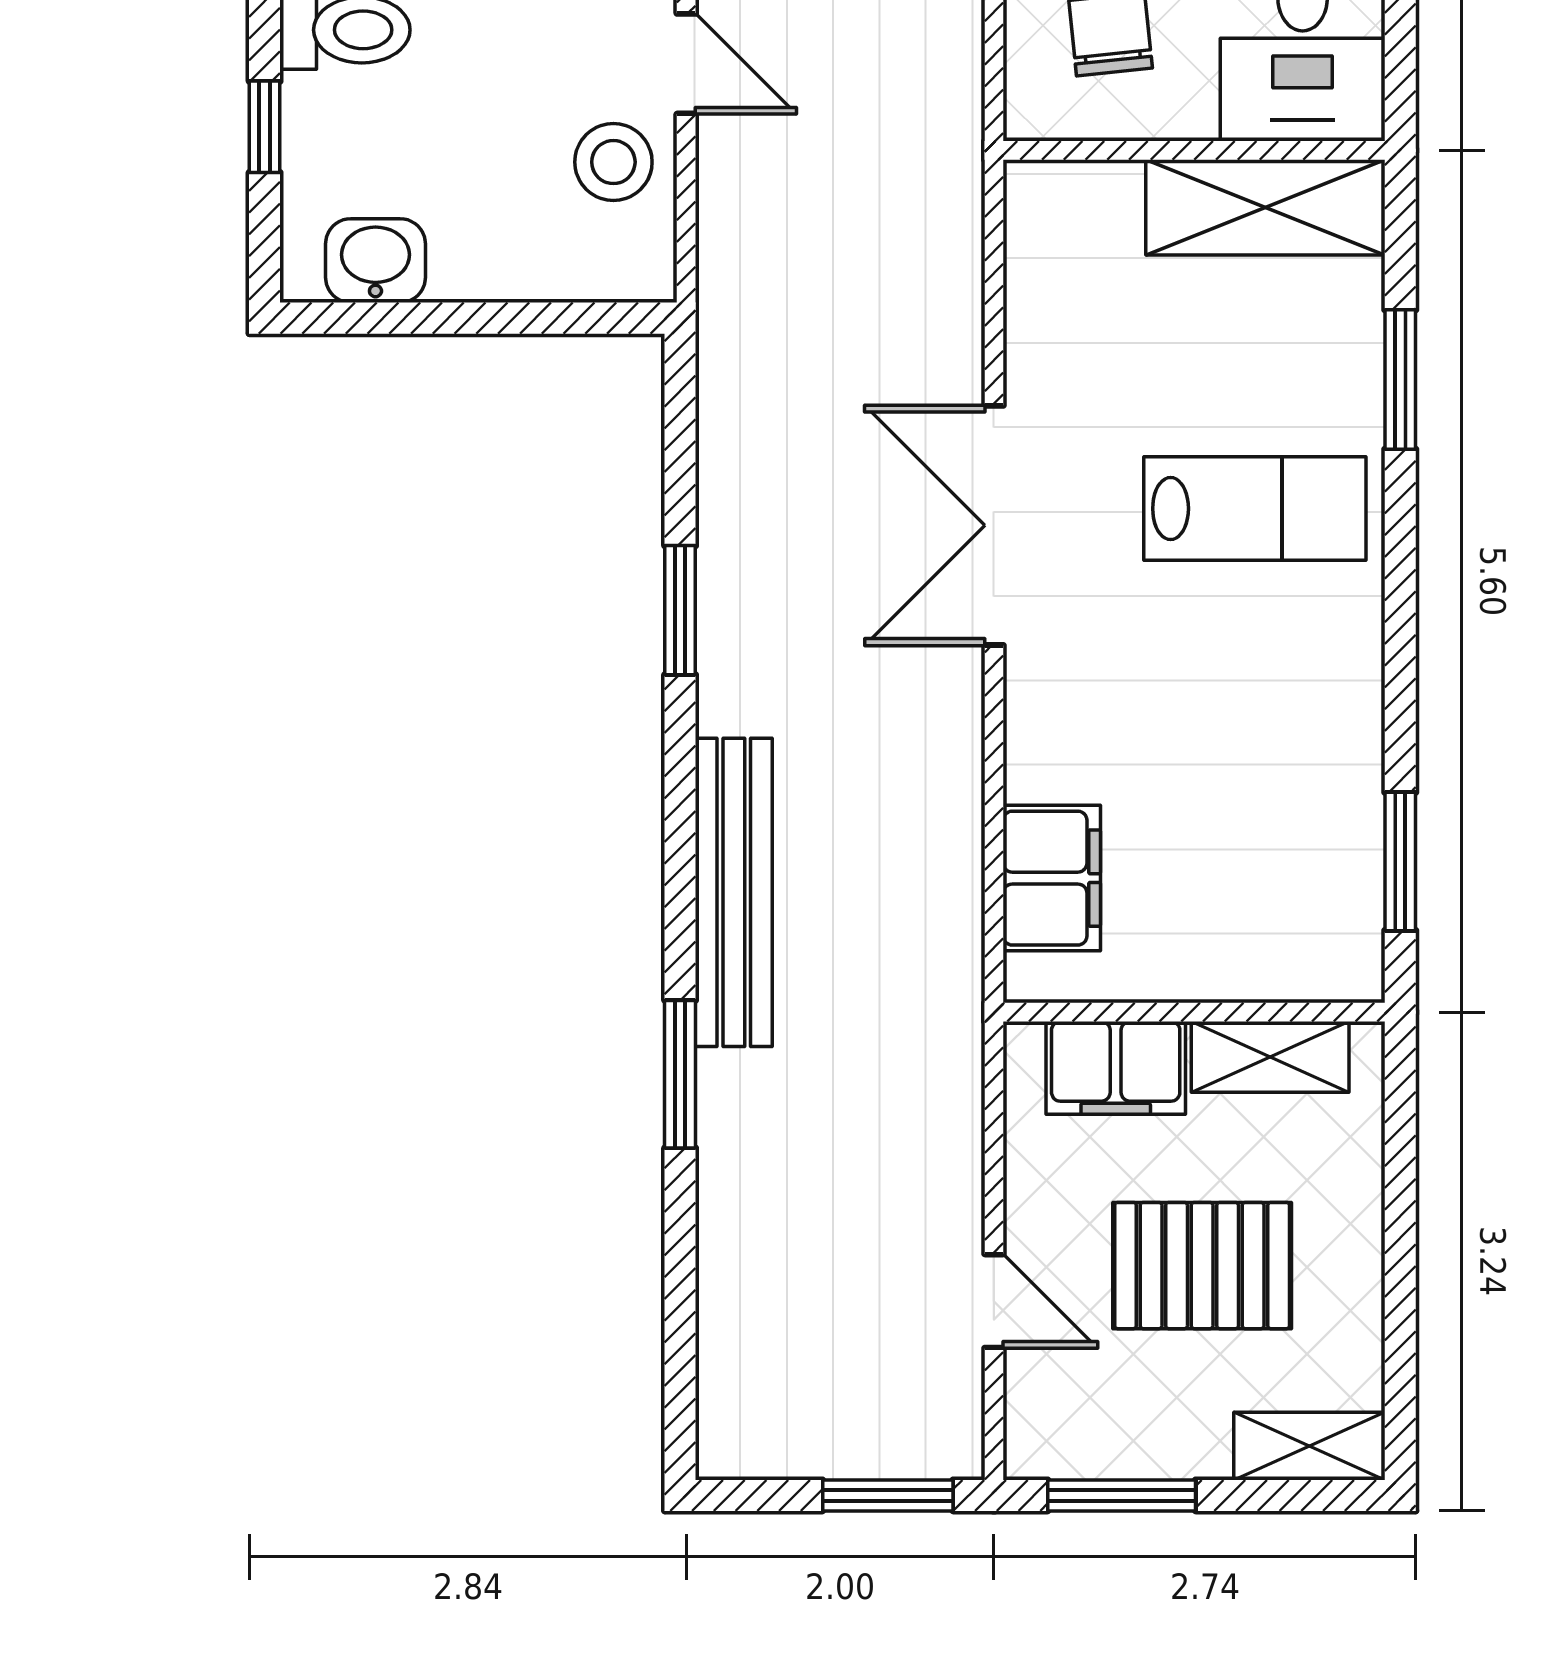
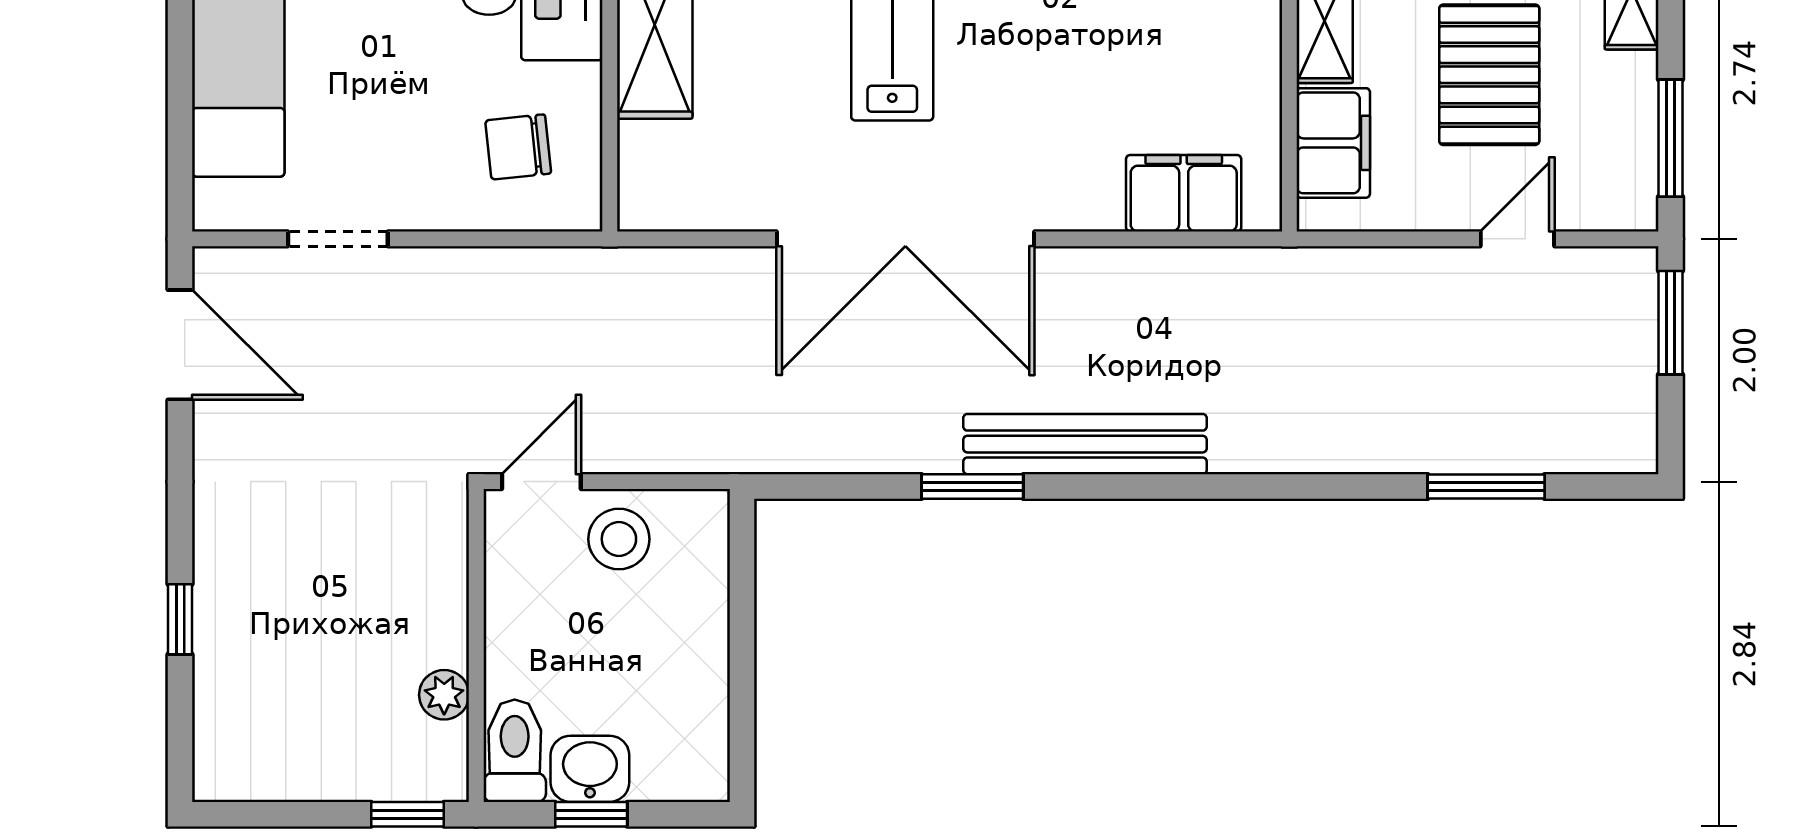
washbasin: (375, 261) -> (590, 769), moved, turned 90
double door: (994, 525) -> (905, 239), width x1.36
bench: (734, 892) -> (1085, 444), moved
window: (680, 1074) -> (1486, 486), moved

